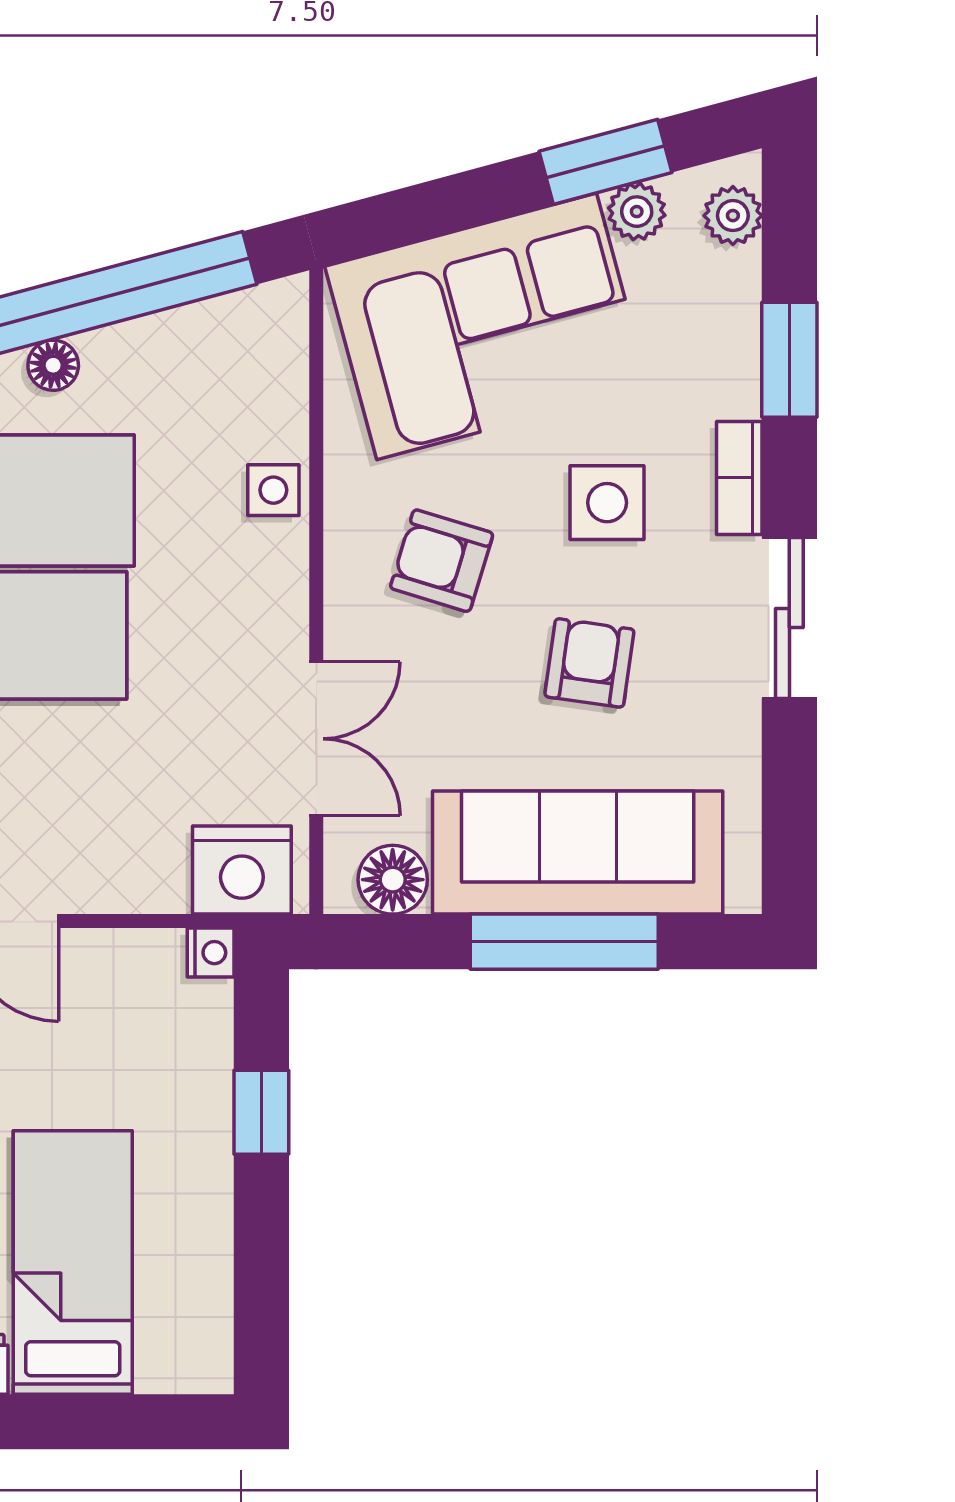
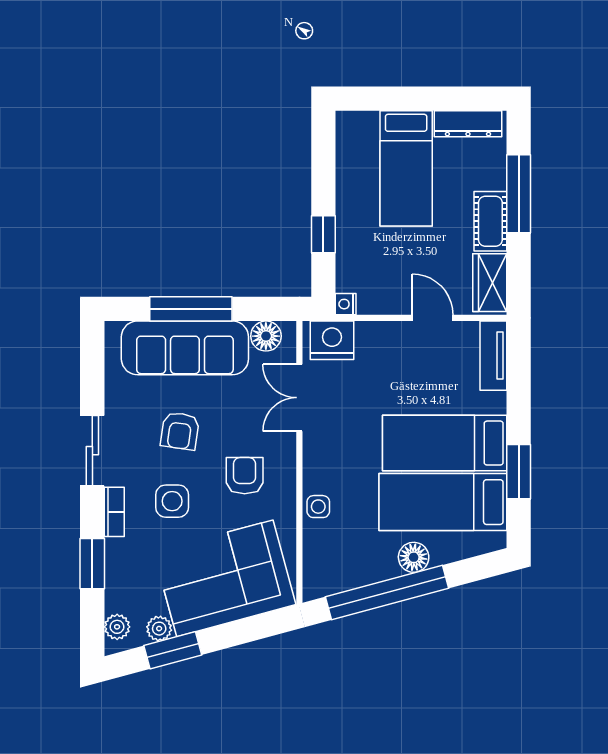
floor lamp: (53, 365) -> (414, 557), width x1.37, depth x1.37
armchair: (442, 561) -> (245, 476), turned -107

